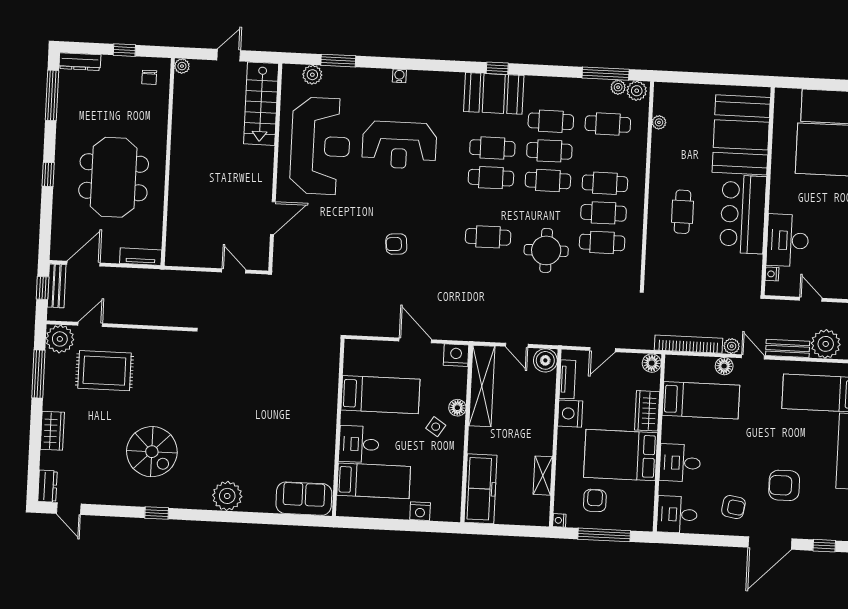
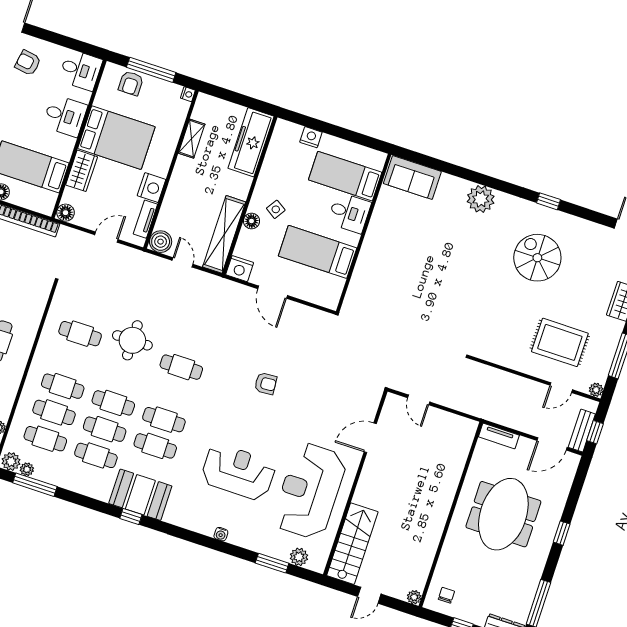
cafe table: (603, 213) -> (54, 412), moved
plant: (60, 339) -> (596, 390), width x0.53, depth x0.53
armchair: (595, 500) -> (131, 83), moved

